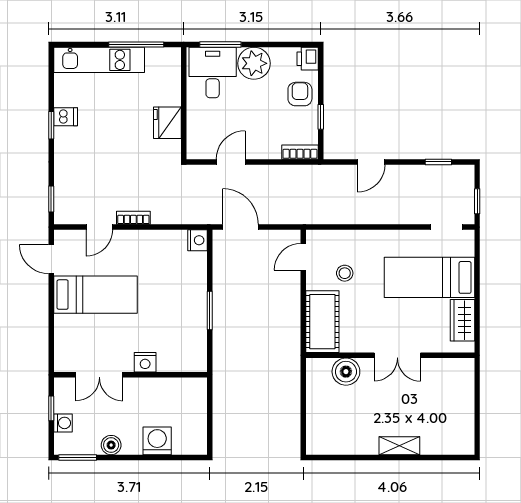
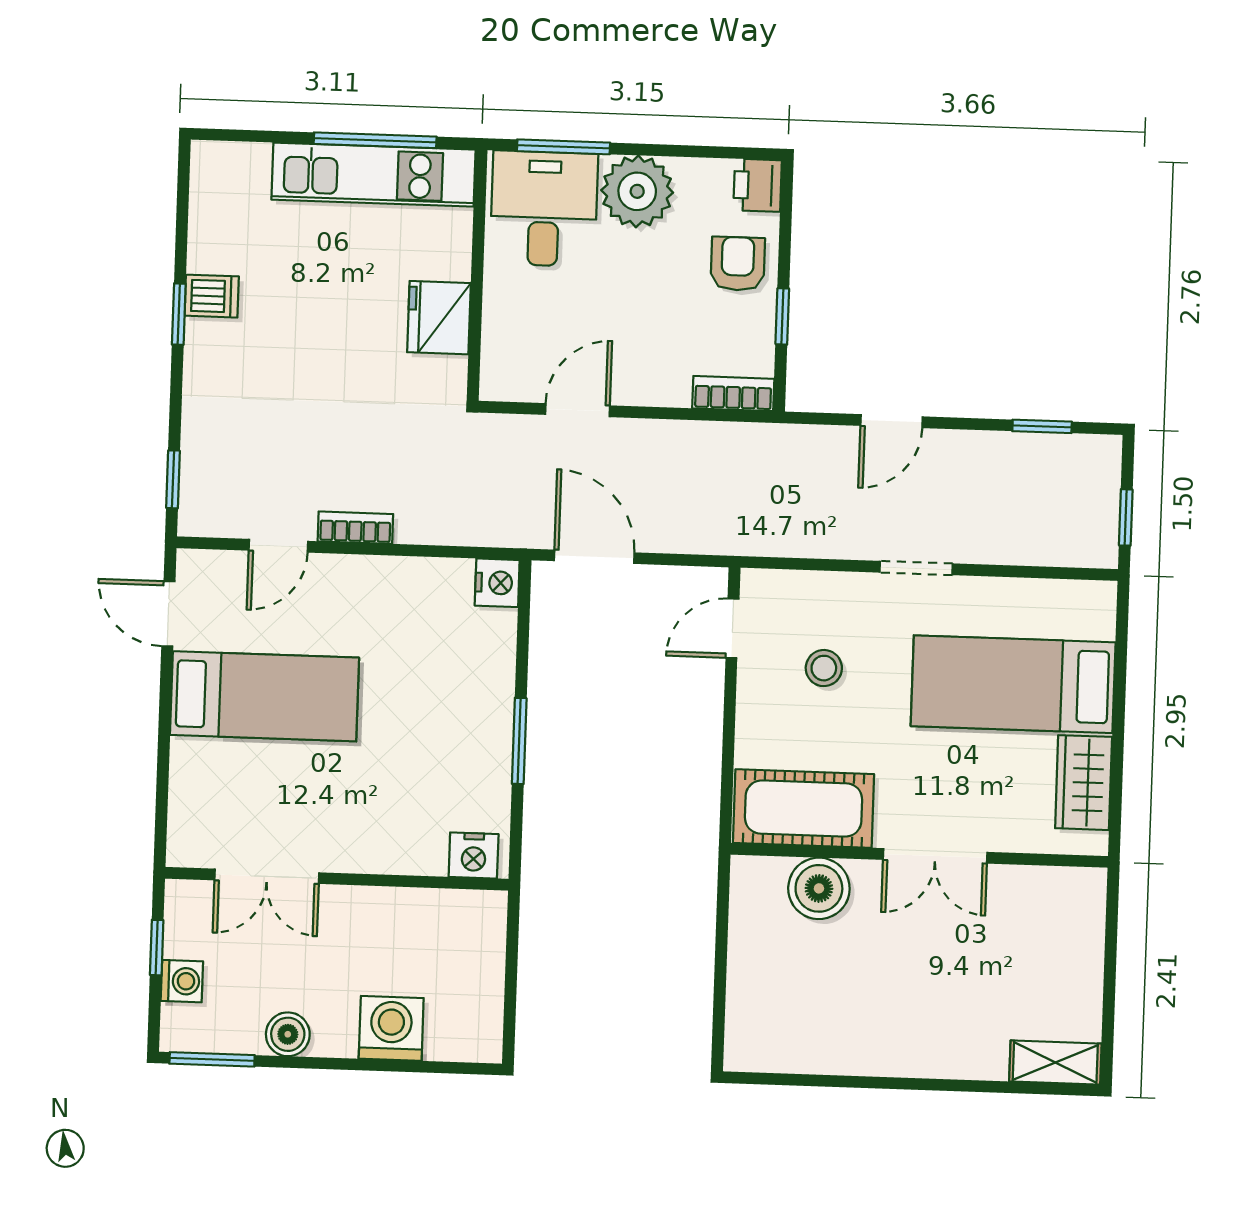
kitchen unit: (99, 60) -> (373, 175), moved
doorway: (447, 227) -> (916, 568), moved
cot: (322, 322) -> (804, 809), moved, turned 90
nightstand: (145, 362) -> (474, 855), moved
shelving: (399, 446) -> (1055, 1062), moved

